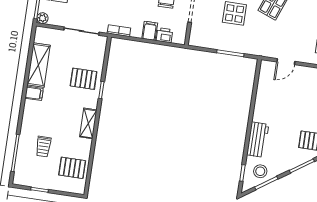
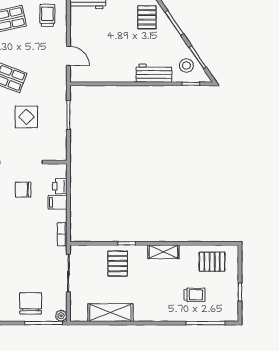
filing cabinet: (34, 93) -> (141, 313), removed
pallet: (72, 168) -> (212, 262), turned 90

